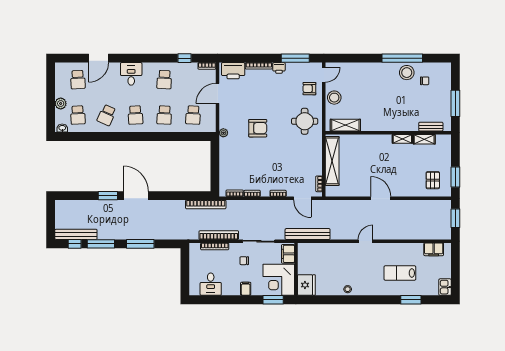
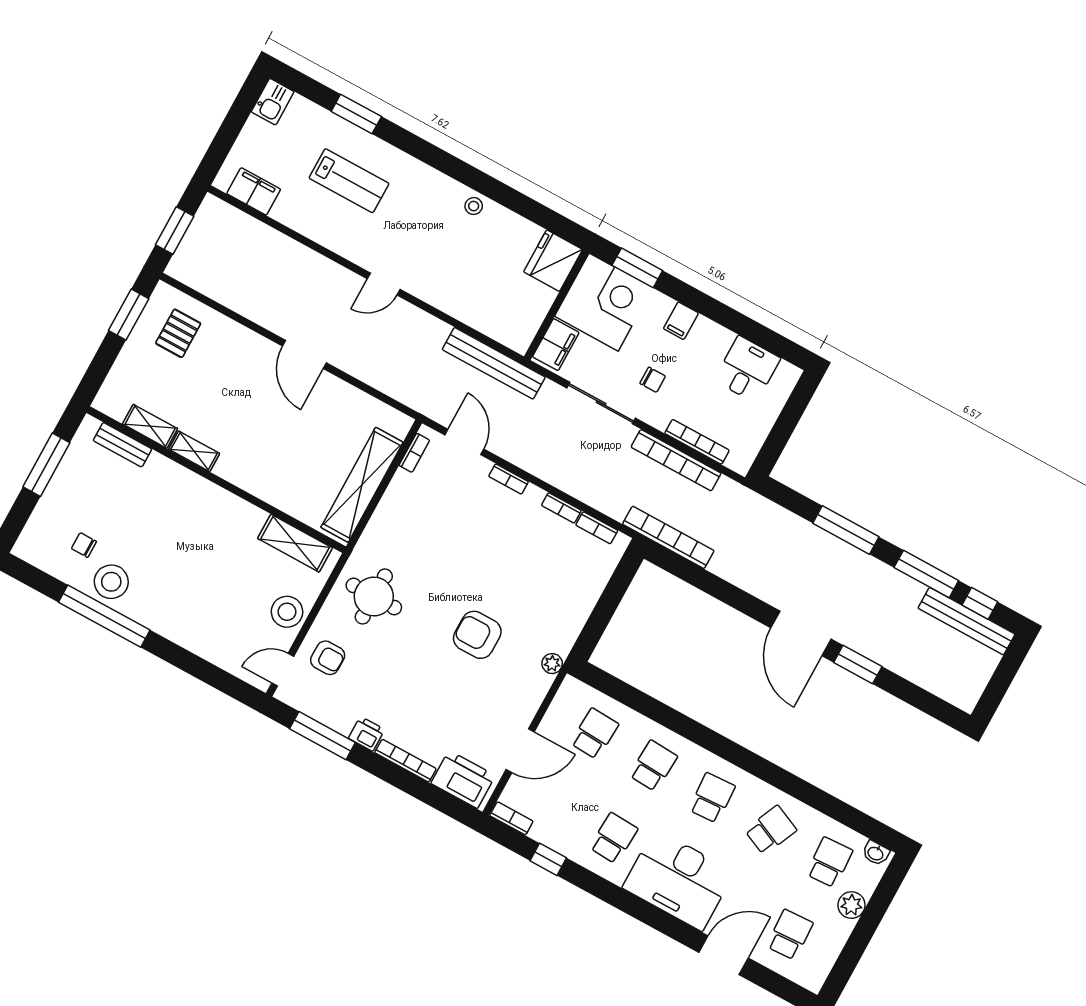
desk: (131, 74) -> (678, 880), width x1.87, depth x1.30

